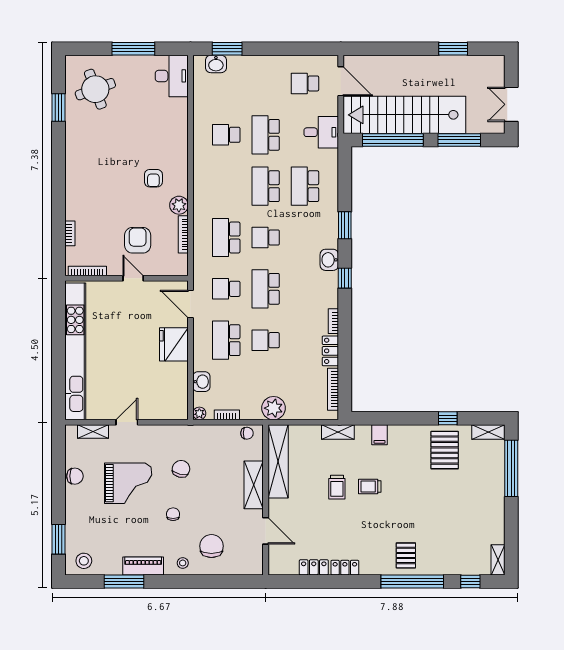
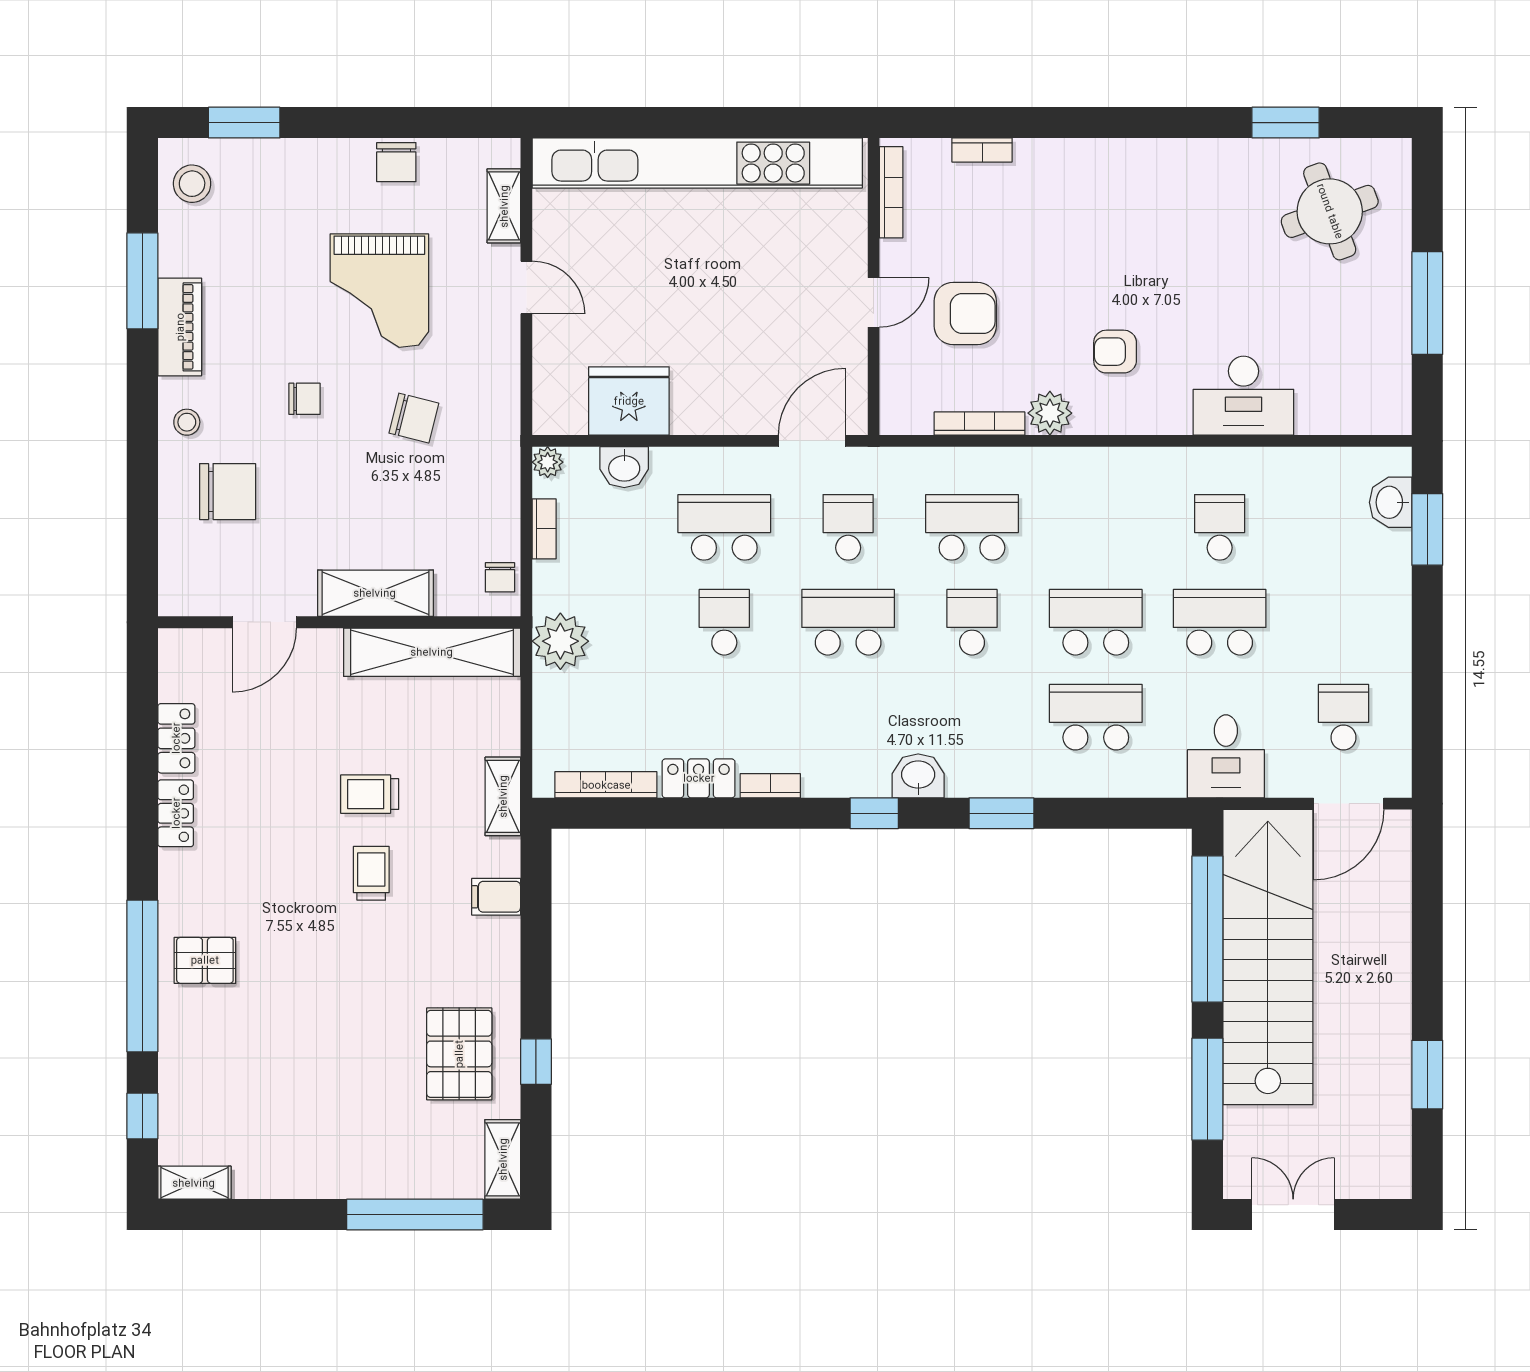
desk: (172, 76) -> (1243, 396), moved
fridge: (174, 344) -> (629, 401), moved
pallet: (445, 450) -> (459, 1054), turned 90

